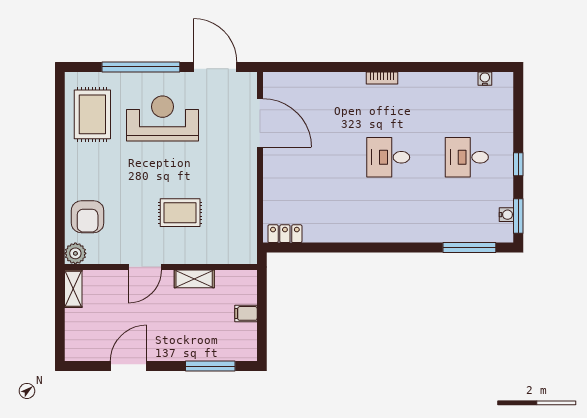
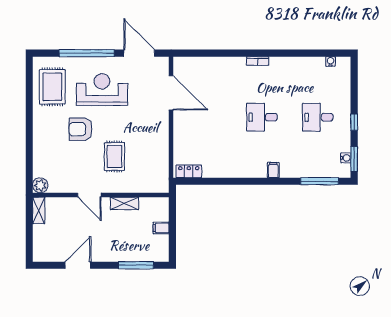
rug: (180, 213) -> (114, 156), turned 90
armchair: (88, 217) -> (81, 129), moved, turned 90
filing cabinet: (404, 232) -> (273, 170), added
door: (145, 267) -> (89, 195), hinge flipped

